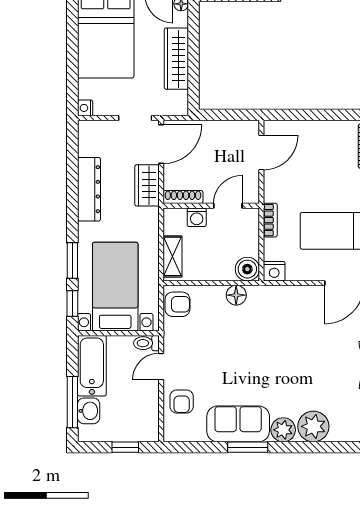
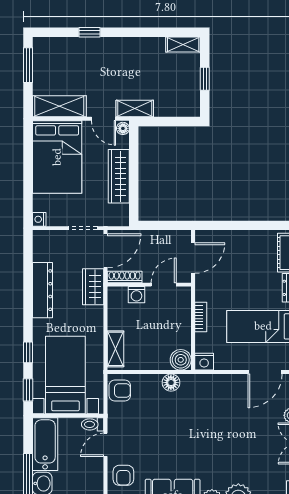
shoe rack: (183, 197) -> (125, 277), moved
wall: (211, 206) -> (149, 285), moved
door: (228, 206) -> (164, 285), moved
washing machine: (197, 217) -> (136, 295), moved
window: (72, 261) -> (28, 352), width x0.67

